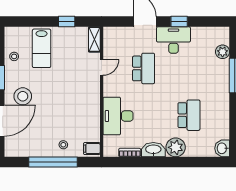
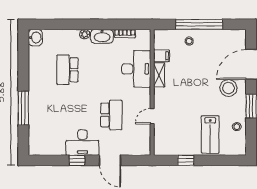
shelving: (94, 39) -> (159, 75), moved
lab bench: (42, 48) -> (210, 134), turned 180
plant: (223, 52) -> (35, 131), removed
school desk: (144, 68) -> (111, 115), turned 180
plant: (176, 147) -> (85, 34), width x0.53, depth x0.53
filing cabinet: (92, 149) -> (162, 56), moved

